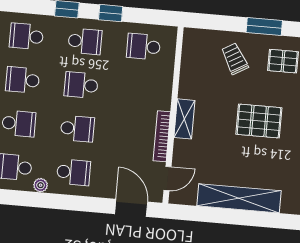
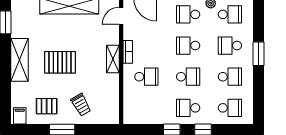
school desk: (143, 46) -> (146, 77), moved
bookcase: (162, 136) -> (128, 52), width x0.64

